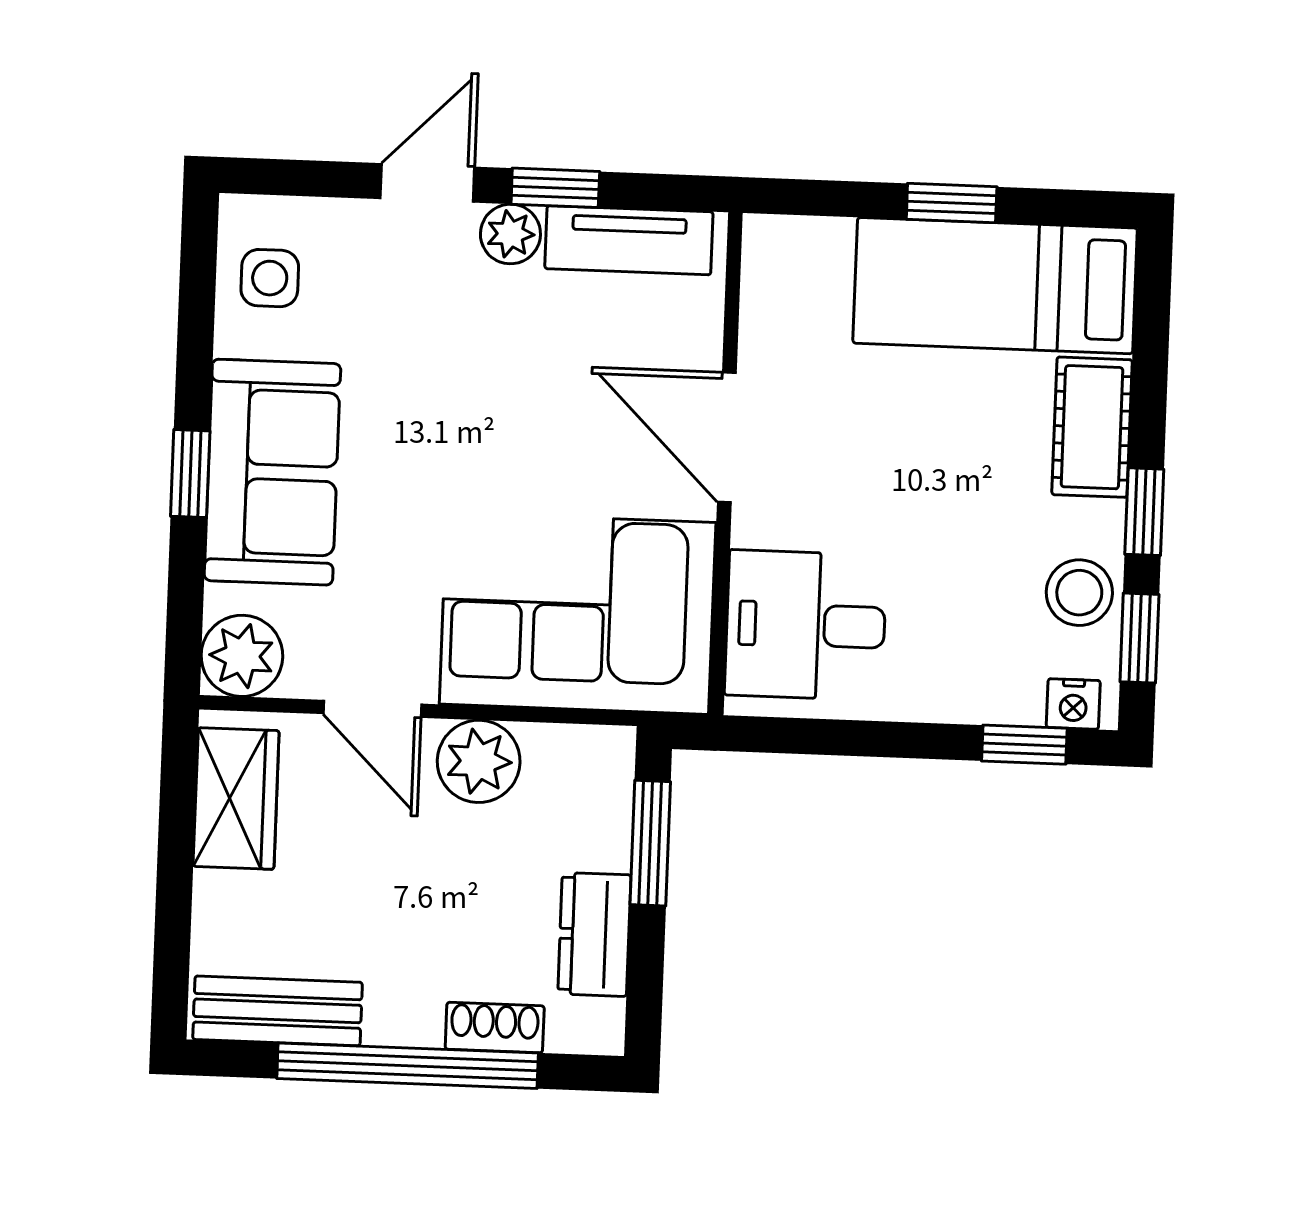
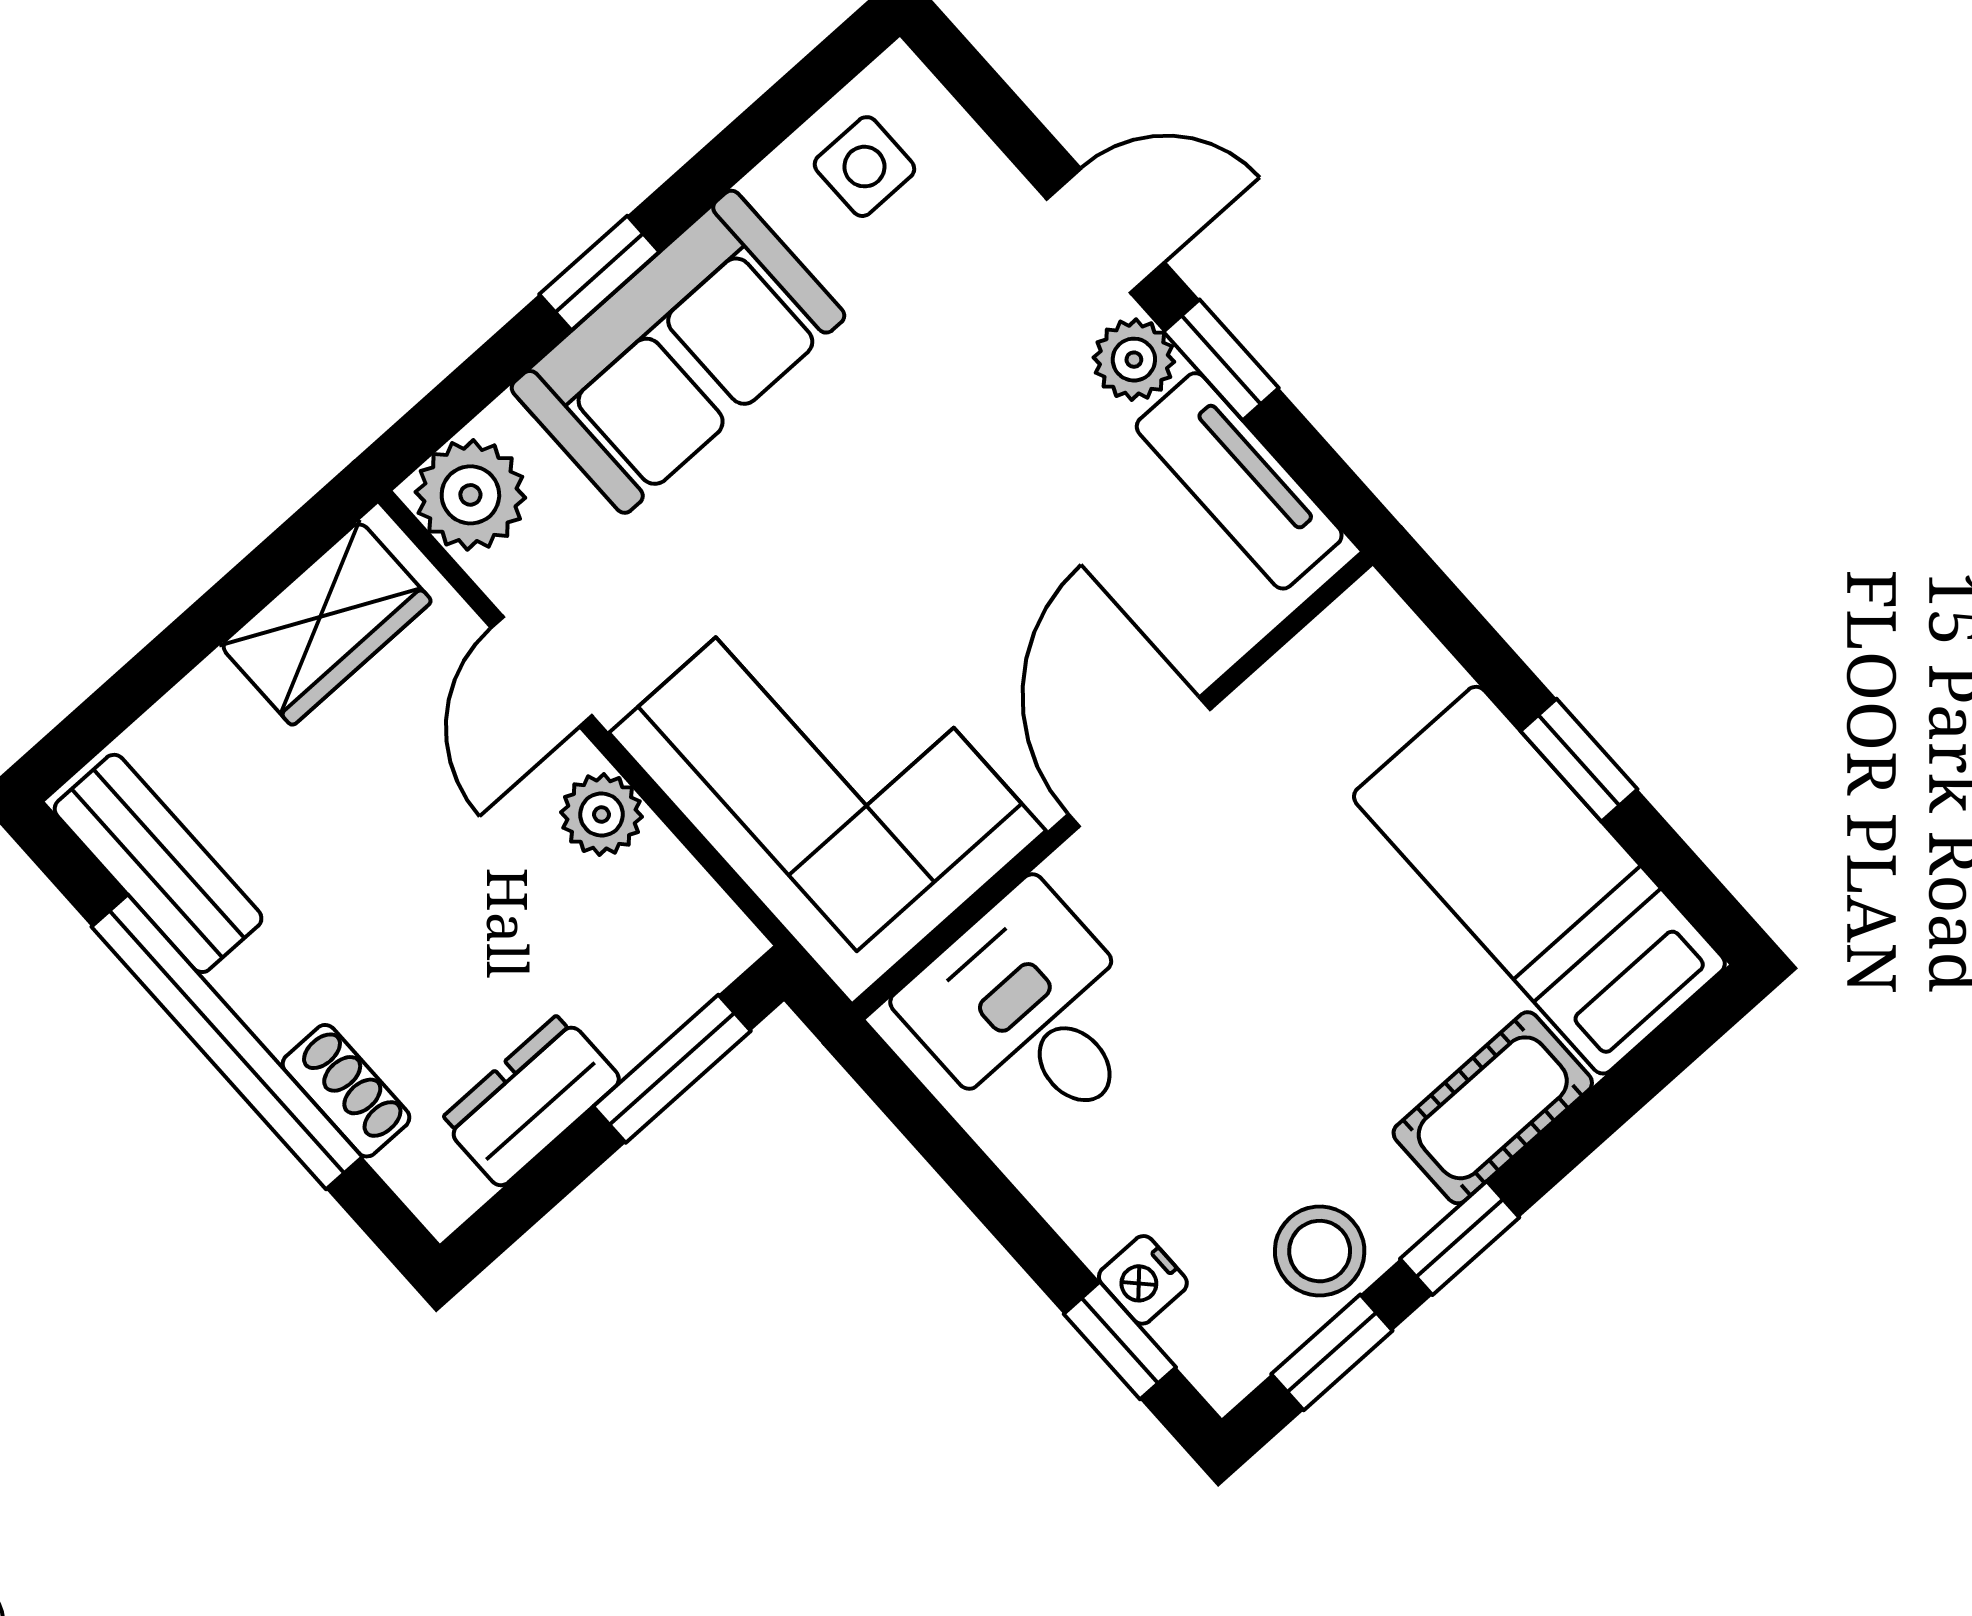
nightstand: (1073, 704) -> (1143, 1280), moved
plant: (479, 761) -> (602, 814), width x0.73, depth x0.73

